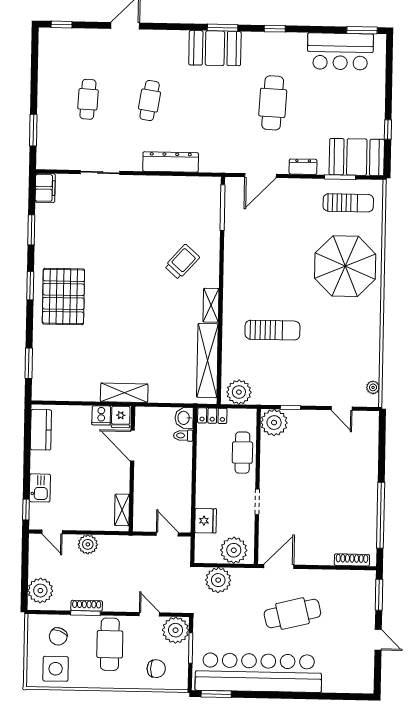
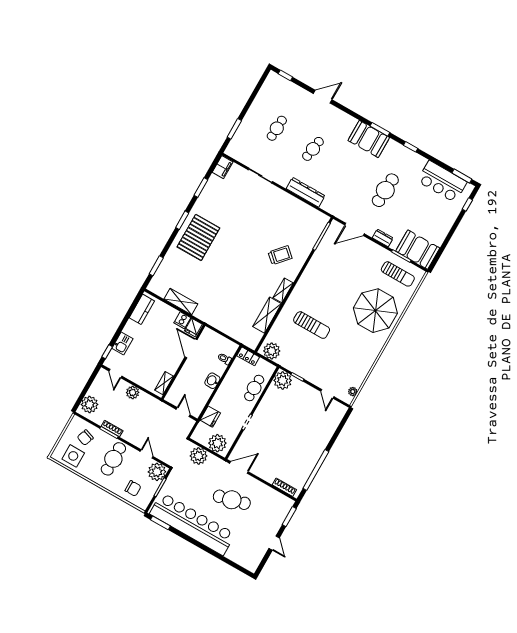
window: (388, 129) -> (467, 204), moved
shelving: (207, 361) -> (267, 315), width x0.68
shelving: (124, 393) -> (181, 301), moved
washbasin: (184, 418) -> (212, 381), moved

